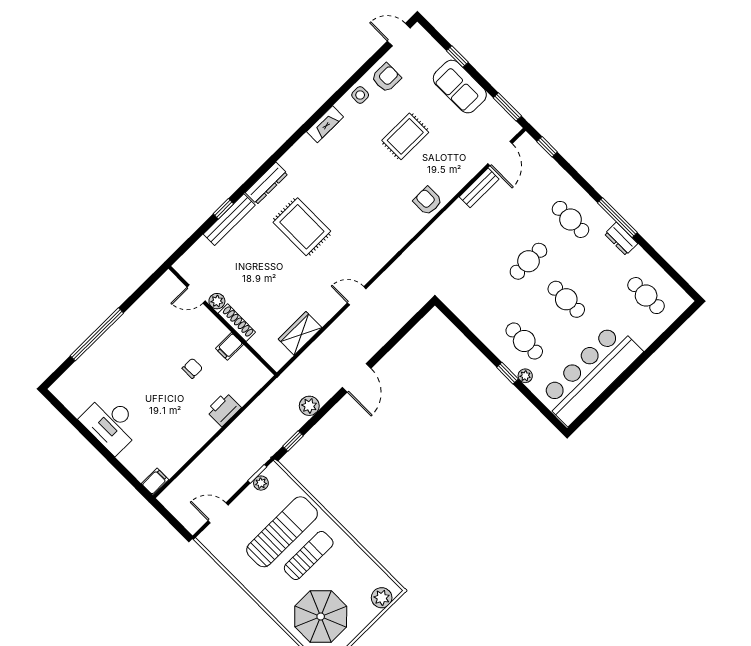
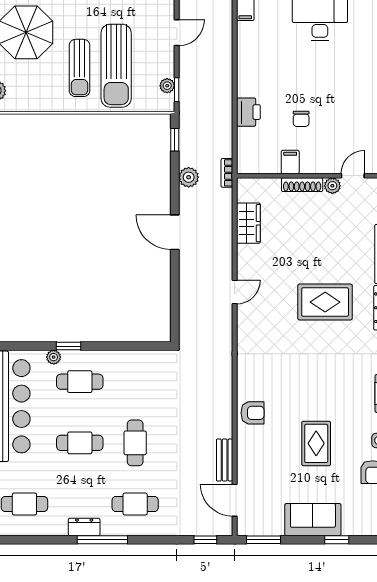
bookcase: (280, 382) -> (227, 173), added

